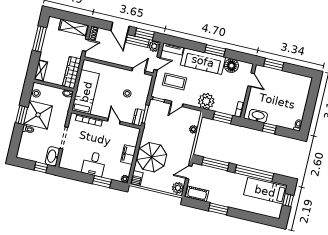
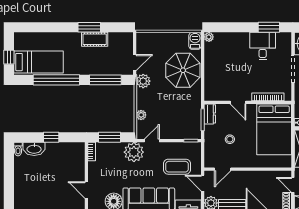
door: (86, 45) -> (293, 185), hinge flipped
door: (157, 64) -> (203, 183), hinge flipped
bed: (86, 92) -> (274, 129), width x1.50
door: (177, 104) -> (152, 141), moved
washbasin: (258, 116) -> (34, 149), moved
filing cabinet: (128, 155) -> (211, 67), removed
desk: (94, 164) -> (263, 46), moved
window: (102, 182) -> (269, 27), moved
plant: (178, 188) -> (143, 81), moved
cot: (197, 194) -> (95, 39), moved

